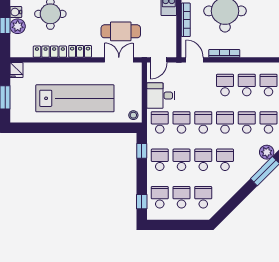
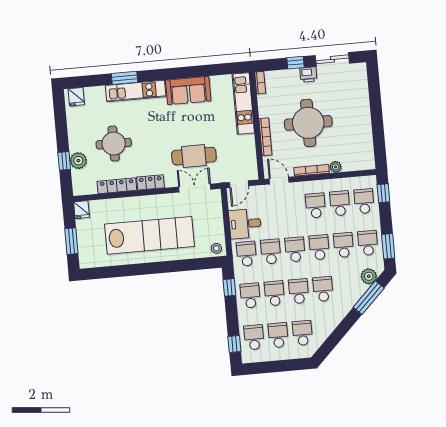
water cooler: (16, 12) -> (75, 145), removed
plant: (246, 52) -> (336, 167), added

